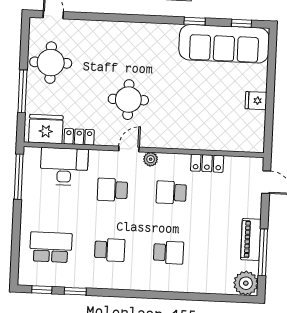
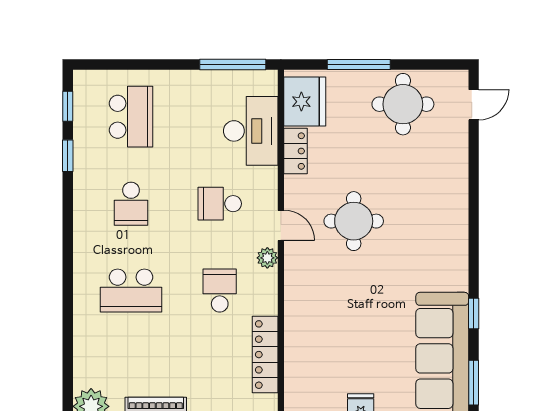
window: (241, 23) -> (474, 383), width x1.50
locker: (207, 163) -> (265, 355), width x1.53
school desk: (112, 190) -> (220, 204), turned -90
school desk: (169, 253) -> (131, 291), width x1.85

